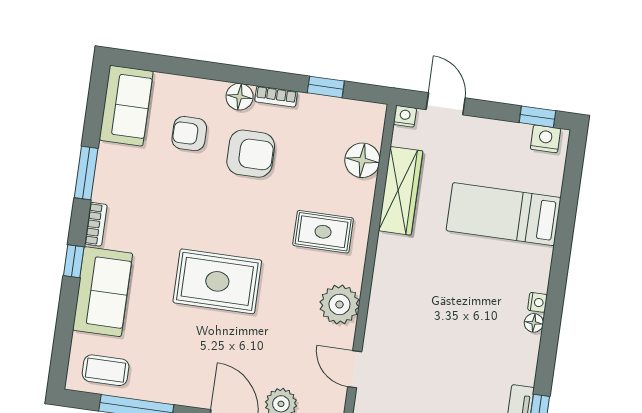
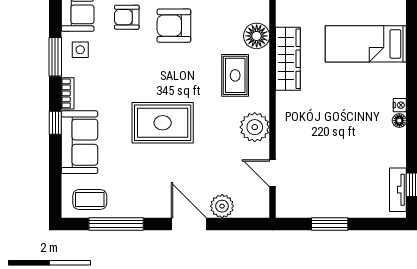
armchair: (251, 154) -> (174, 26), turned 180
floor lamp: (362, 160) -> (257, 36), moved
side table: (121, 168) -> (80, 50), added
wardrobe: (401, 191) -> (288, 59), moved
rug: (323, 232) -> (235, 75), turned 90

